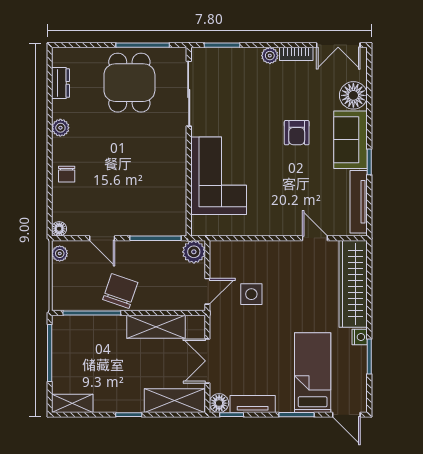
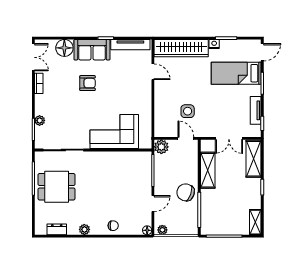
plant: (270, 56) -> (40, 120), moved
door: (315, 238) -> (153, 72), swing flipped
floor lamp: (219, 403) -> (255, 131), removed

